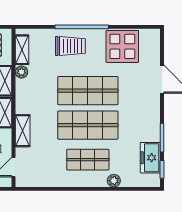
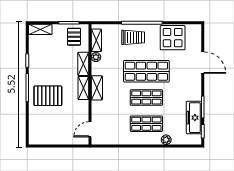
shop shelf: (88, 125) -> (146, 98), width x0.70, depth x0.74
shelving: (23, 131) -> (97, 88), moved
freezer: (150, 158) -> (194, 118), width x1.40

